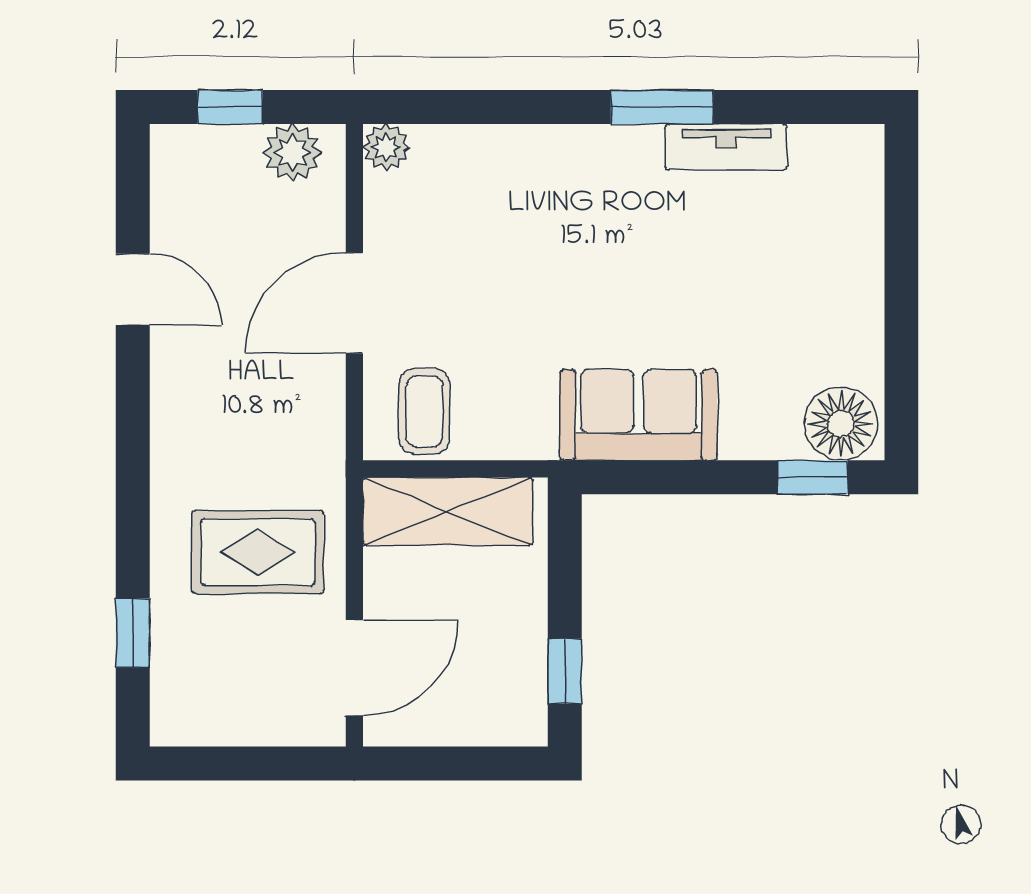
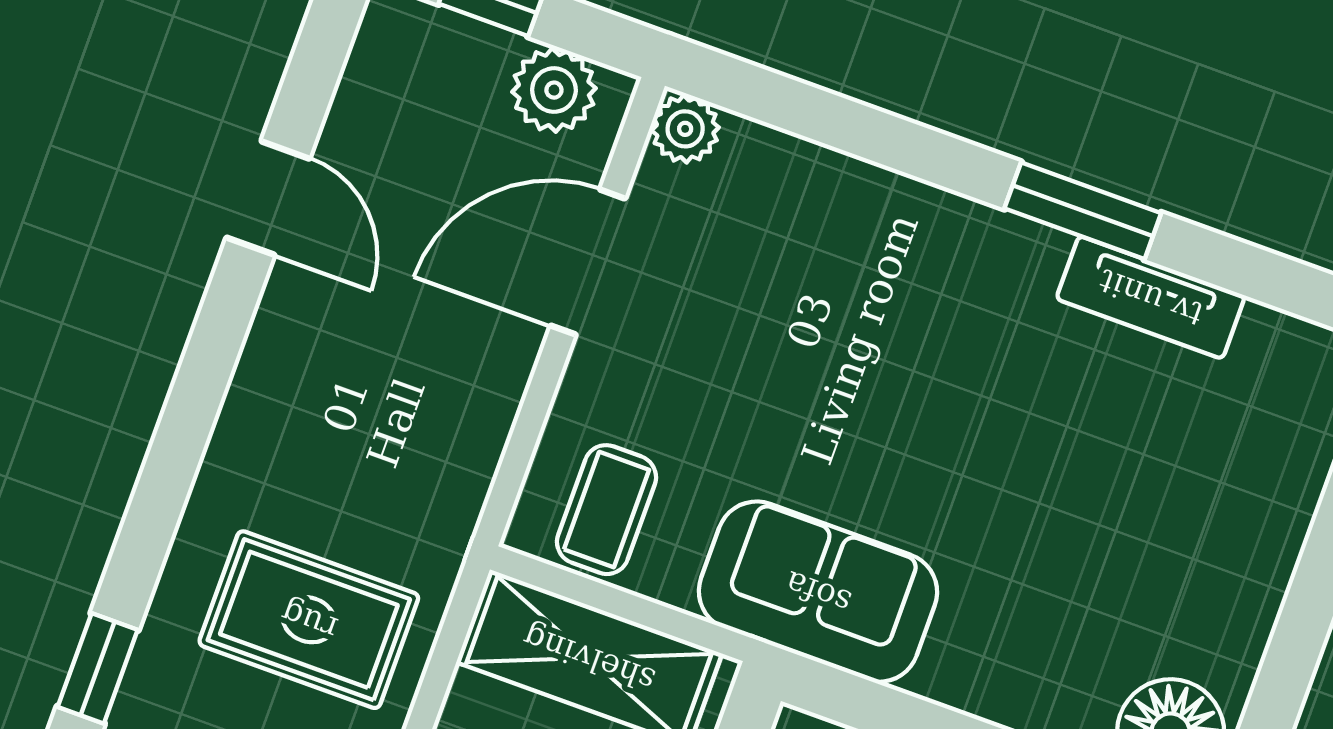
door: (354, 303) -> (588, 262), moved
sofa: (638, 415) -> (818, 592), moved

